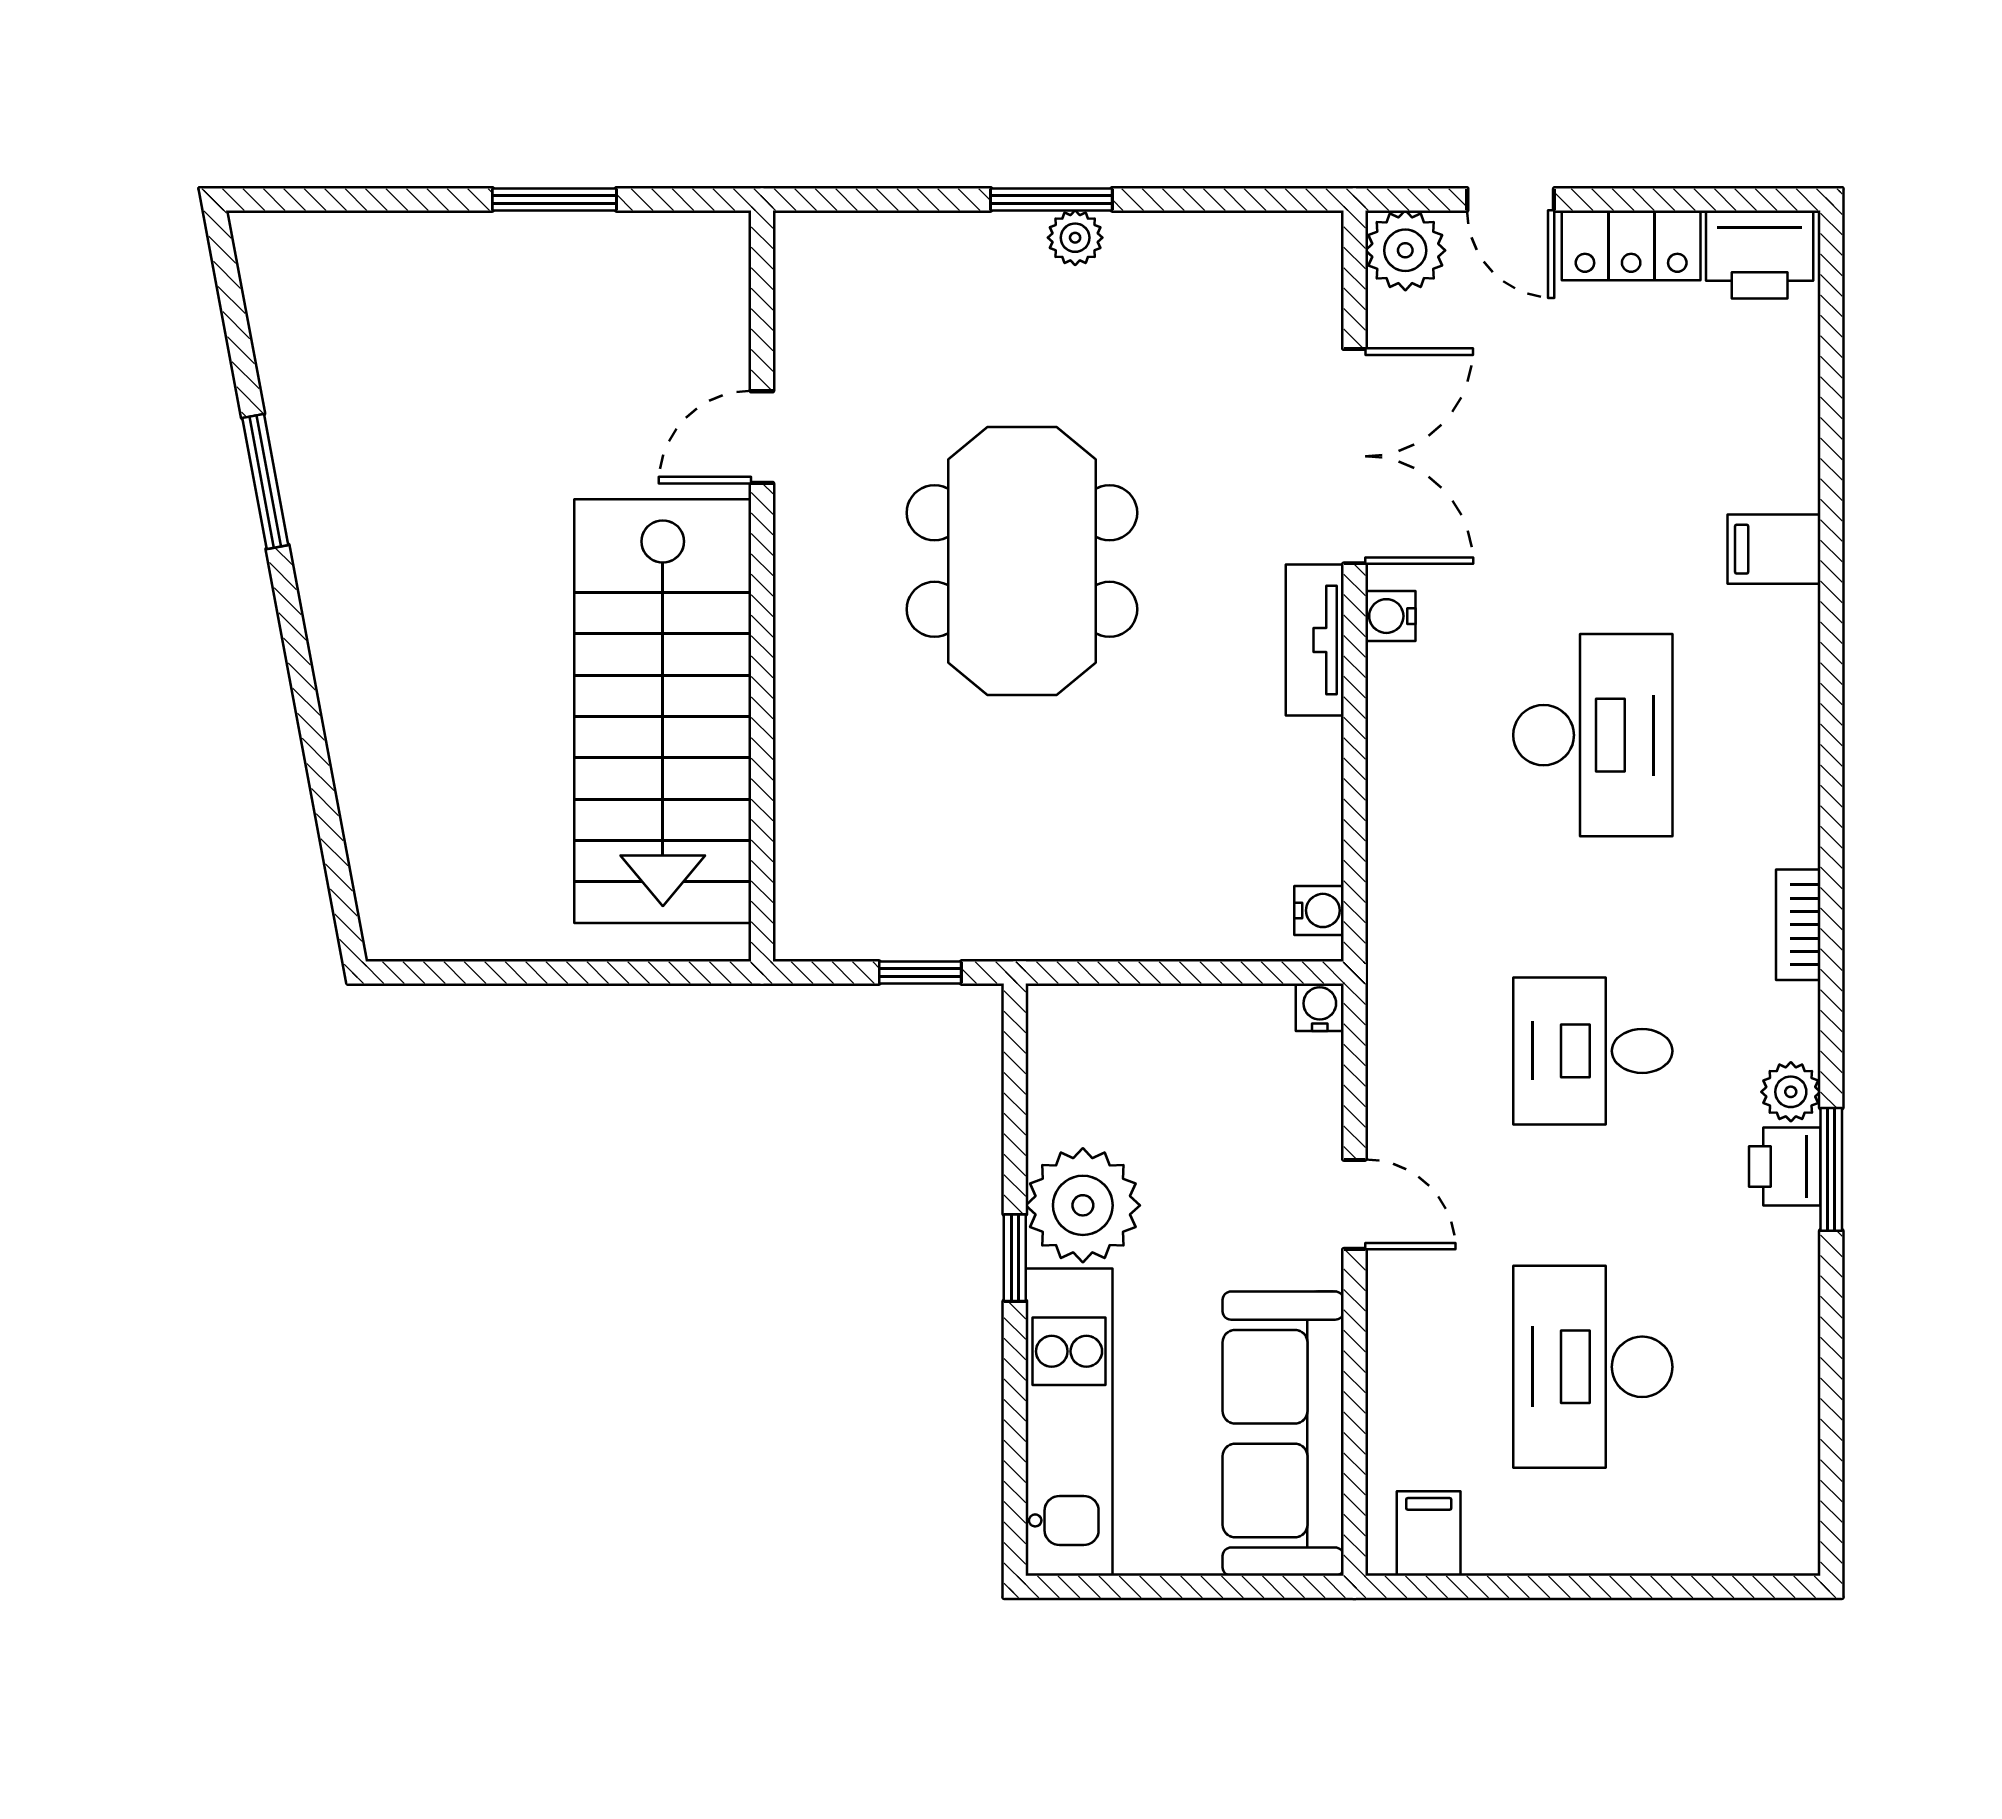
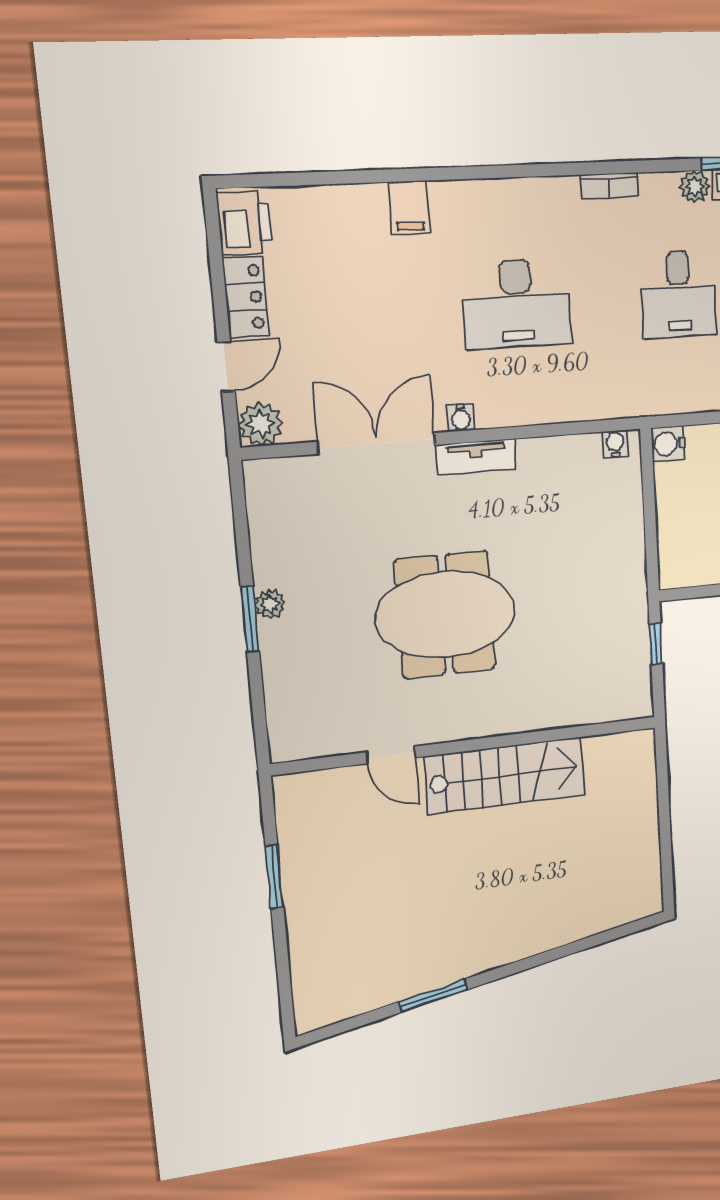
stairs: (663, 711) -> (505, 776), width x0.73, depth x0.66
desk: (1593, 735) -> (516, 304), turned 180
water cooler: (1320, 1007) -> (668, 444), width x1.38, depth x1.38

